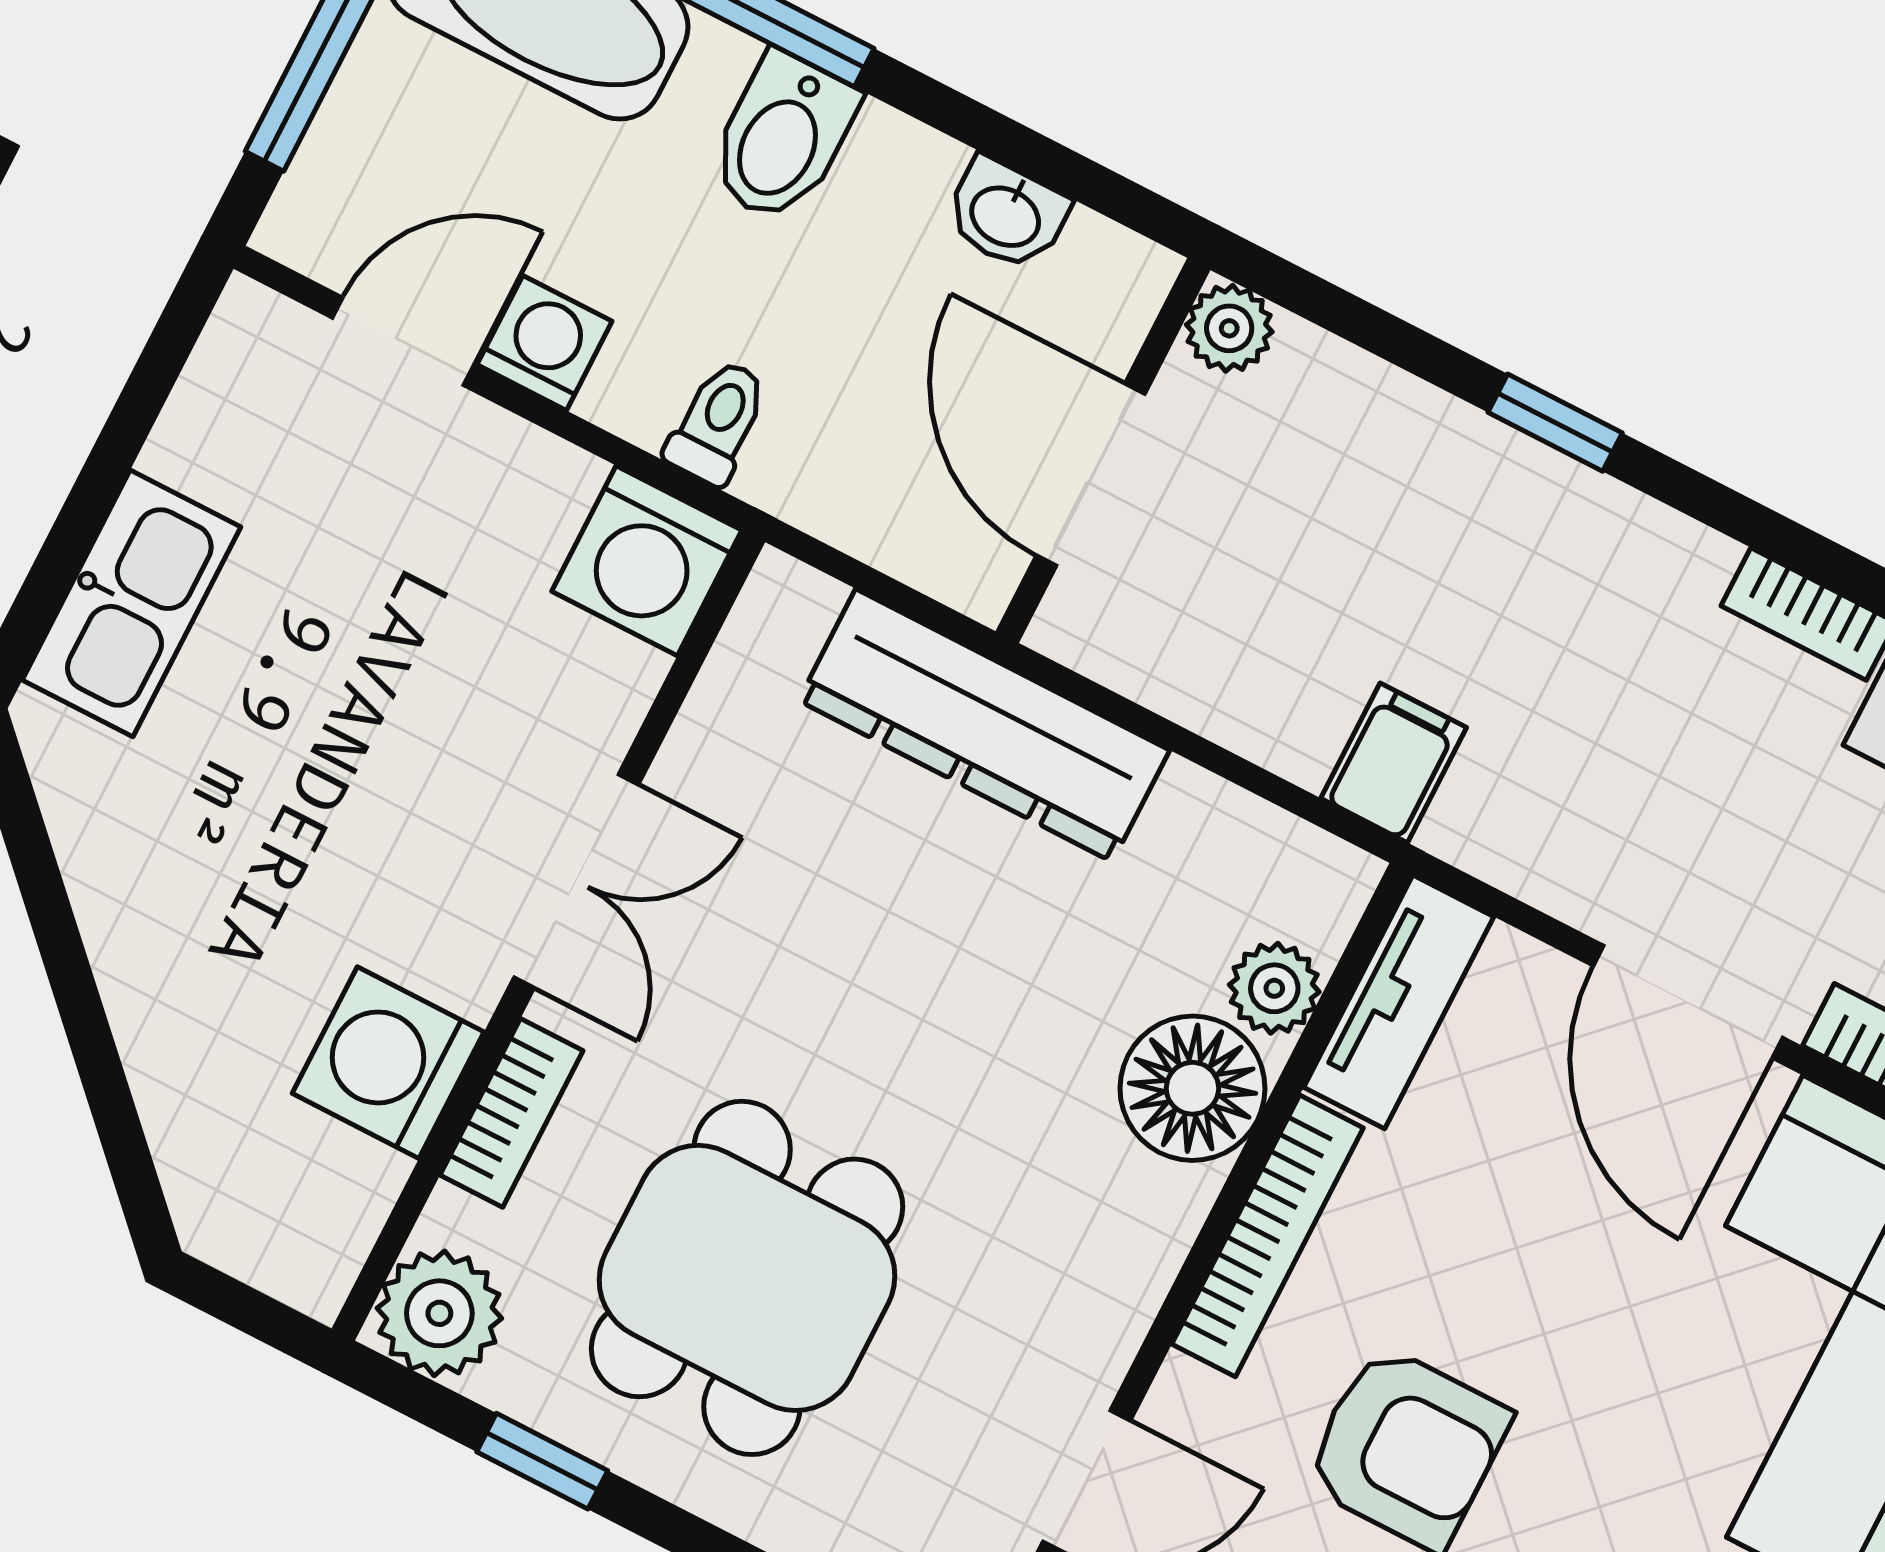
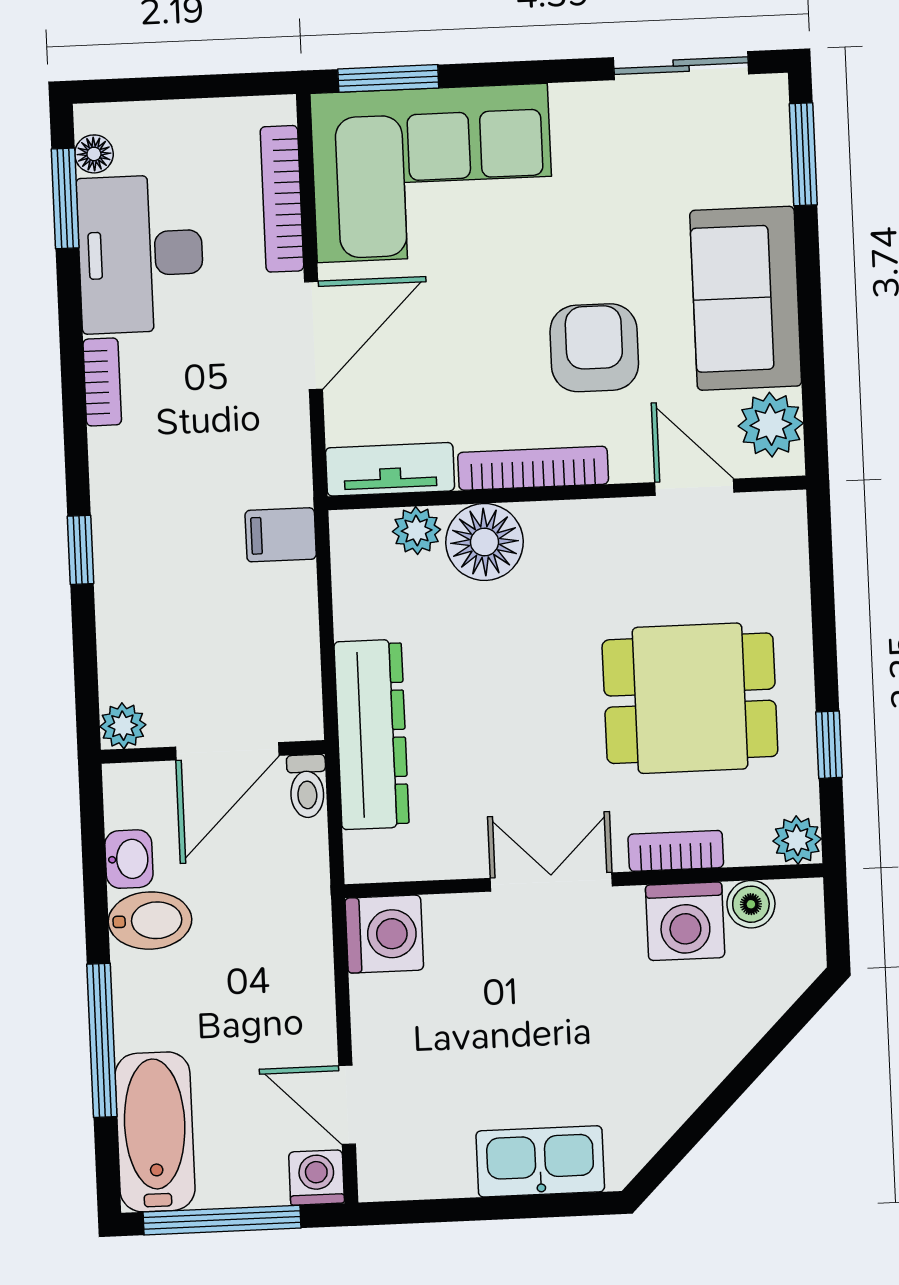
bidet: (782, 138) -> (150, 921), moved
washing machine: (545, 343) -> (317, 1178), moved, turned 90
toilet: (718, 422) -> (307, 786), moved, turned -90
boiler: (355, 1186) -> (751, 904), added
plant: (439, 1313) -> (797, 840), width x0.73, depth x0.73

